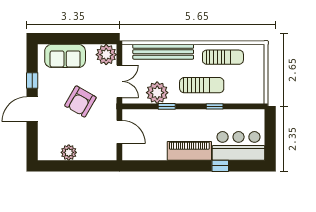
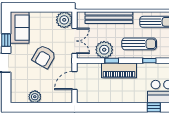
sofa: (65, 56) -> (20, 28), moved, turned -90
door: (119, 132) -> (75, 81), swing flipped
piano: (189, 151) -> (119, 70), moved, turned 180

